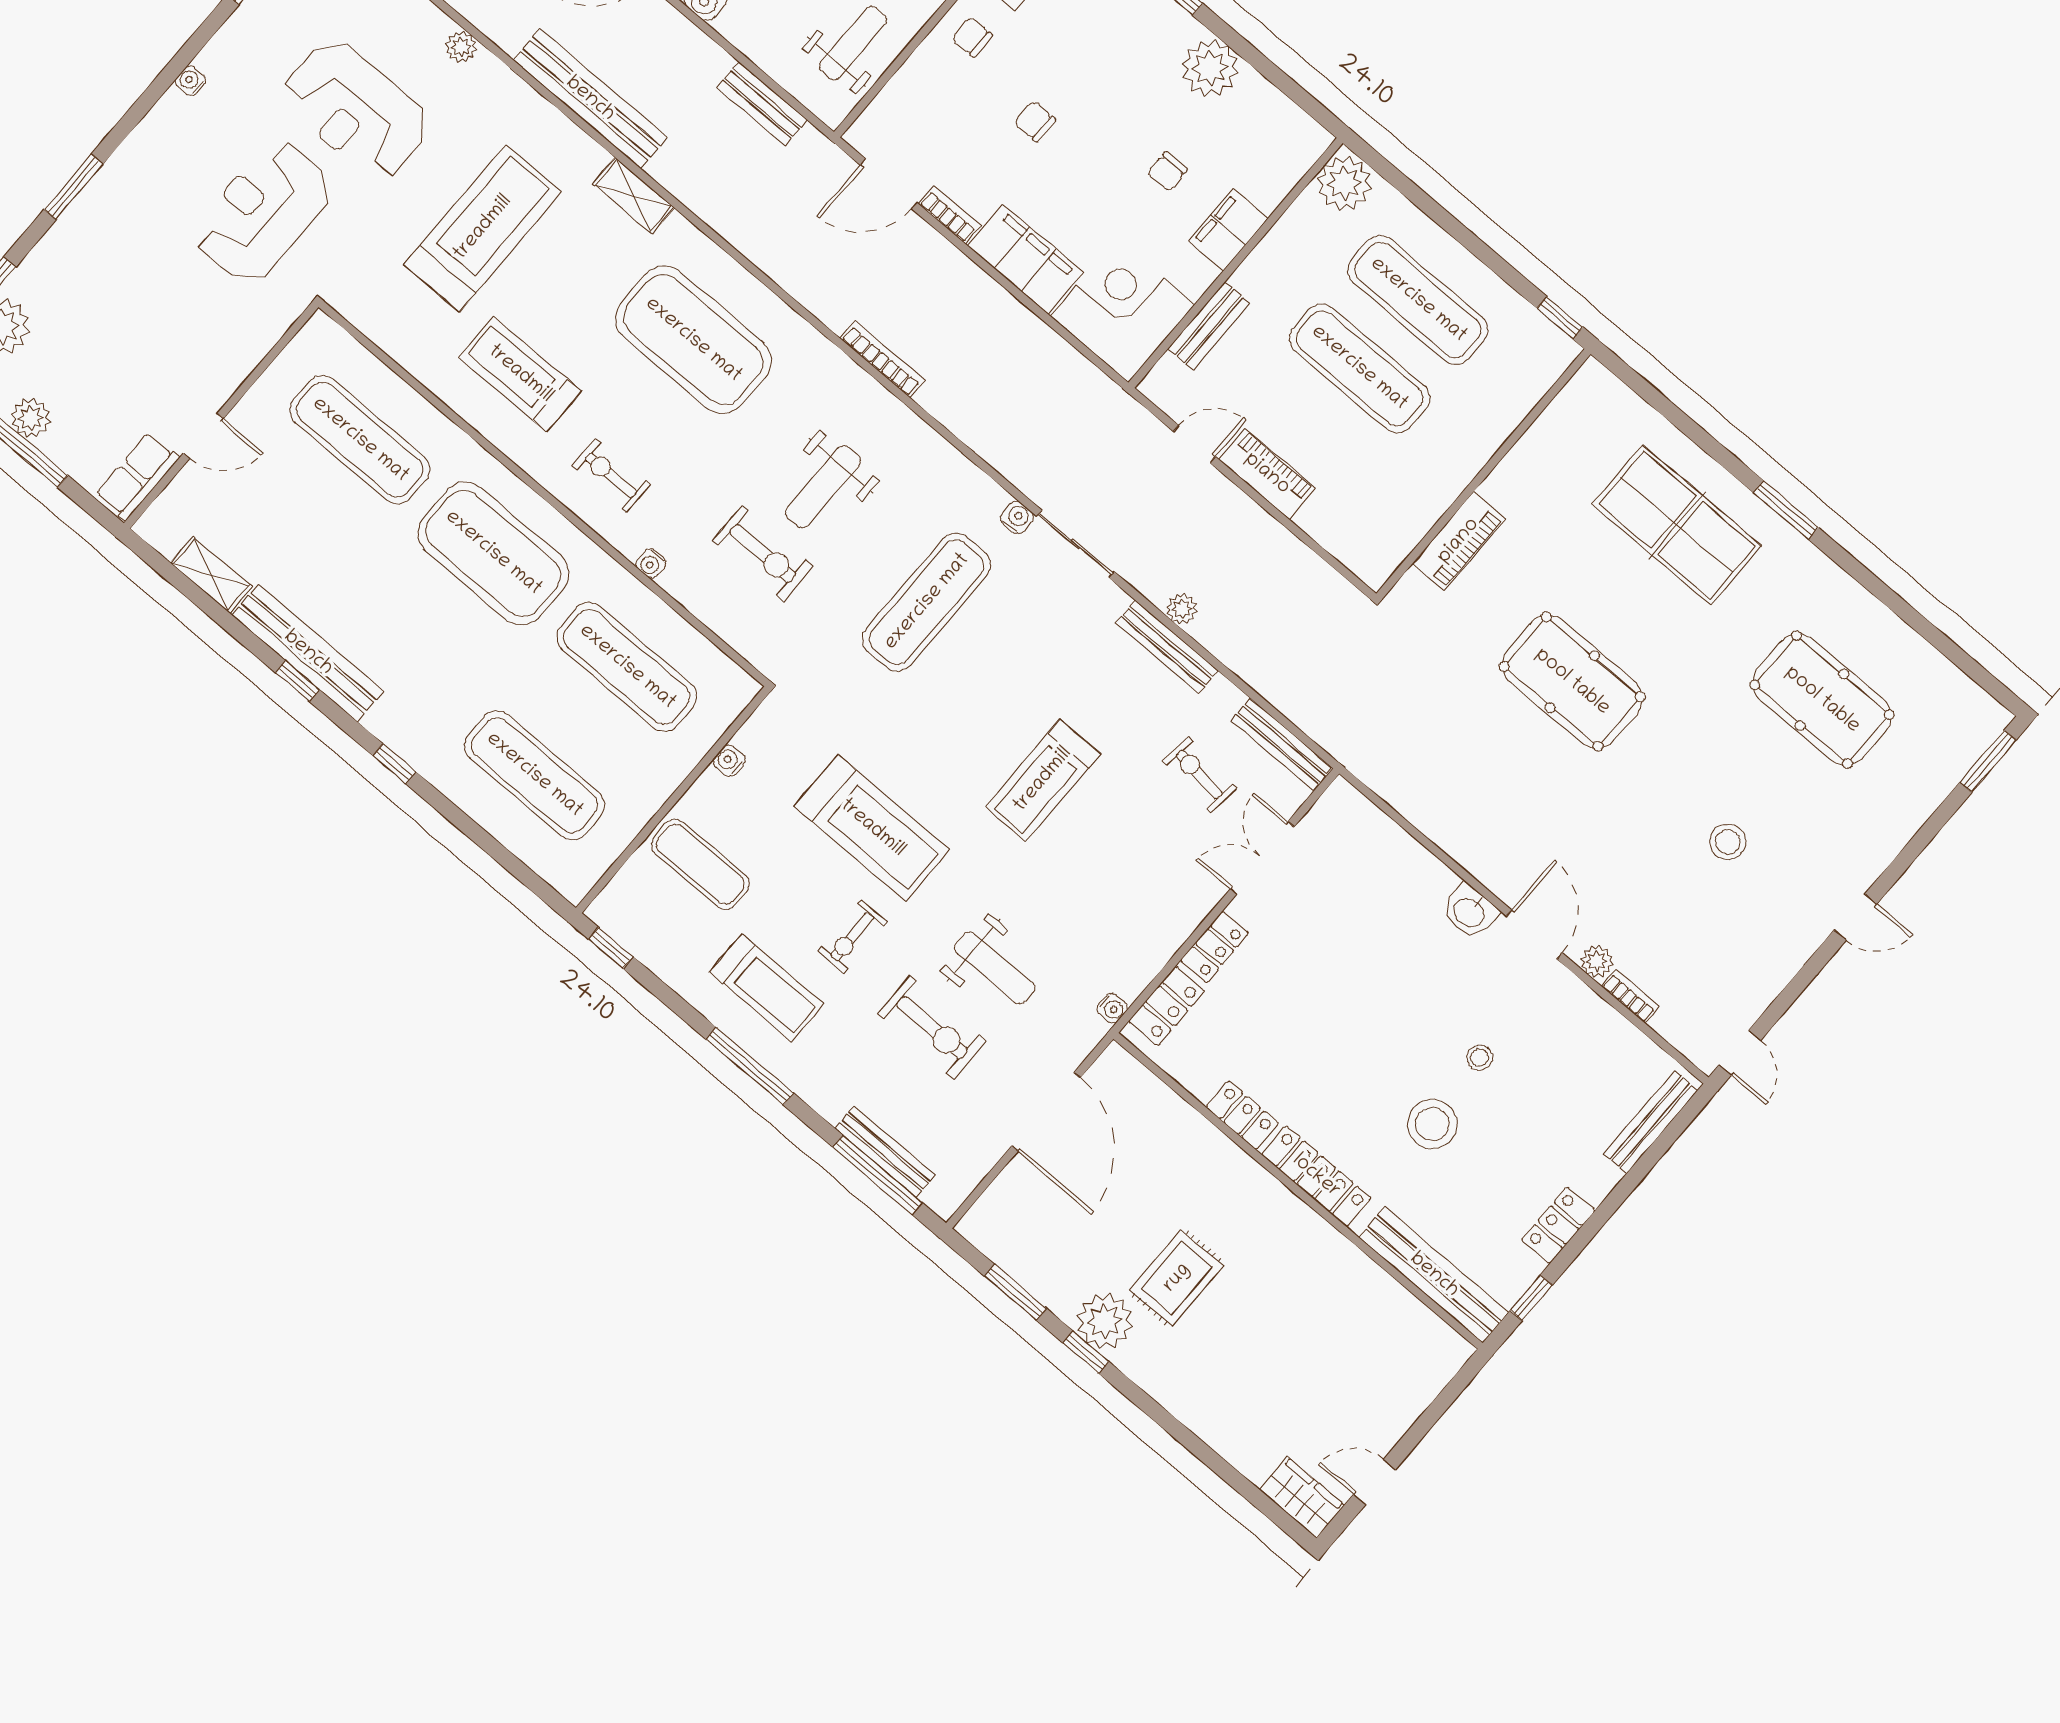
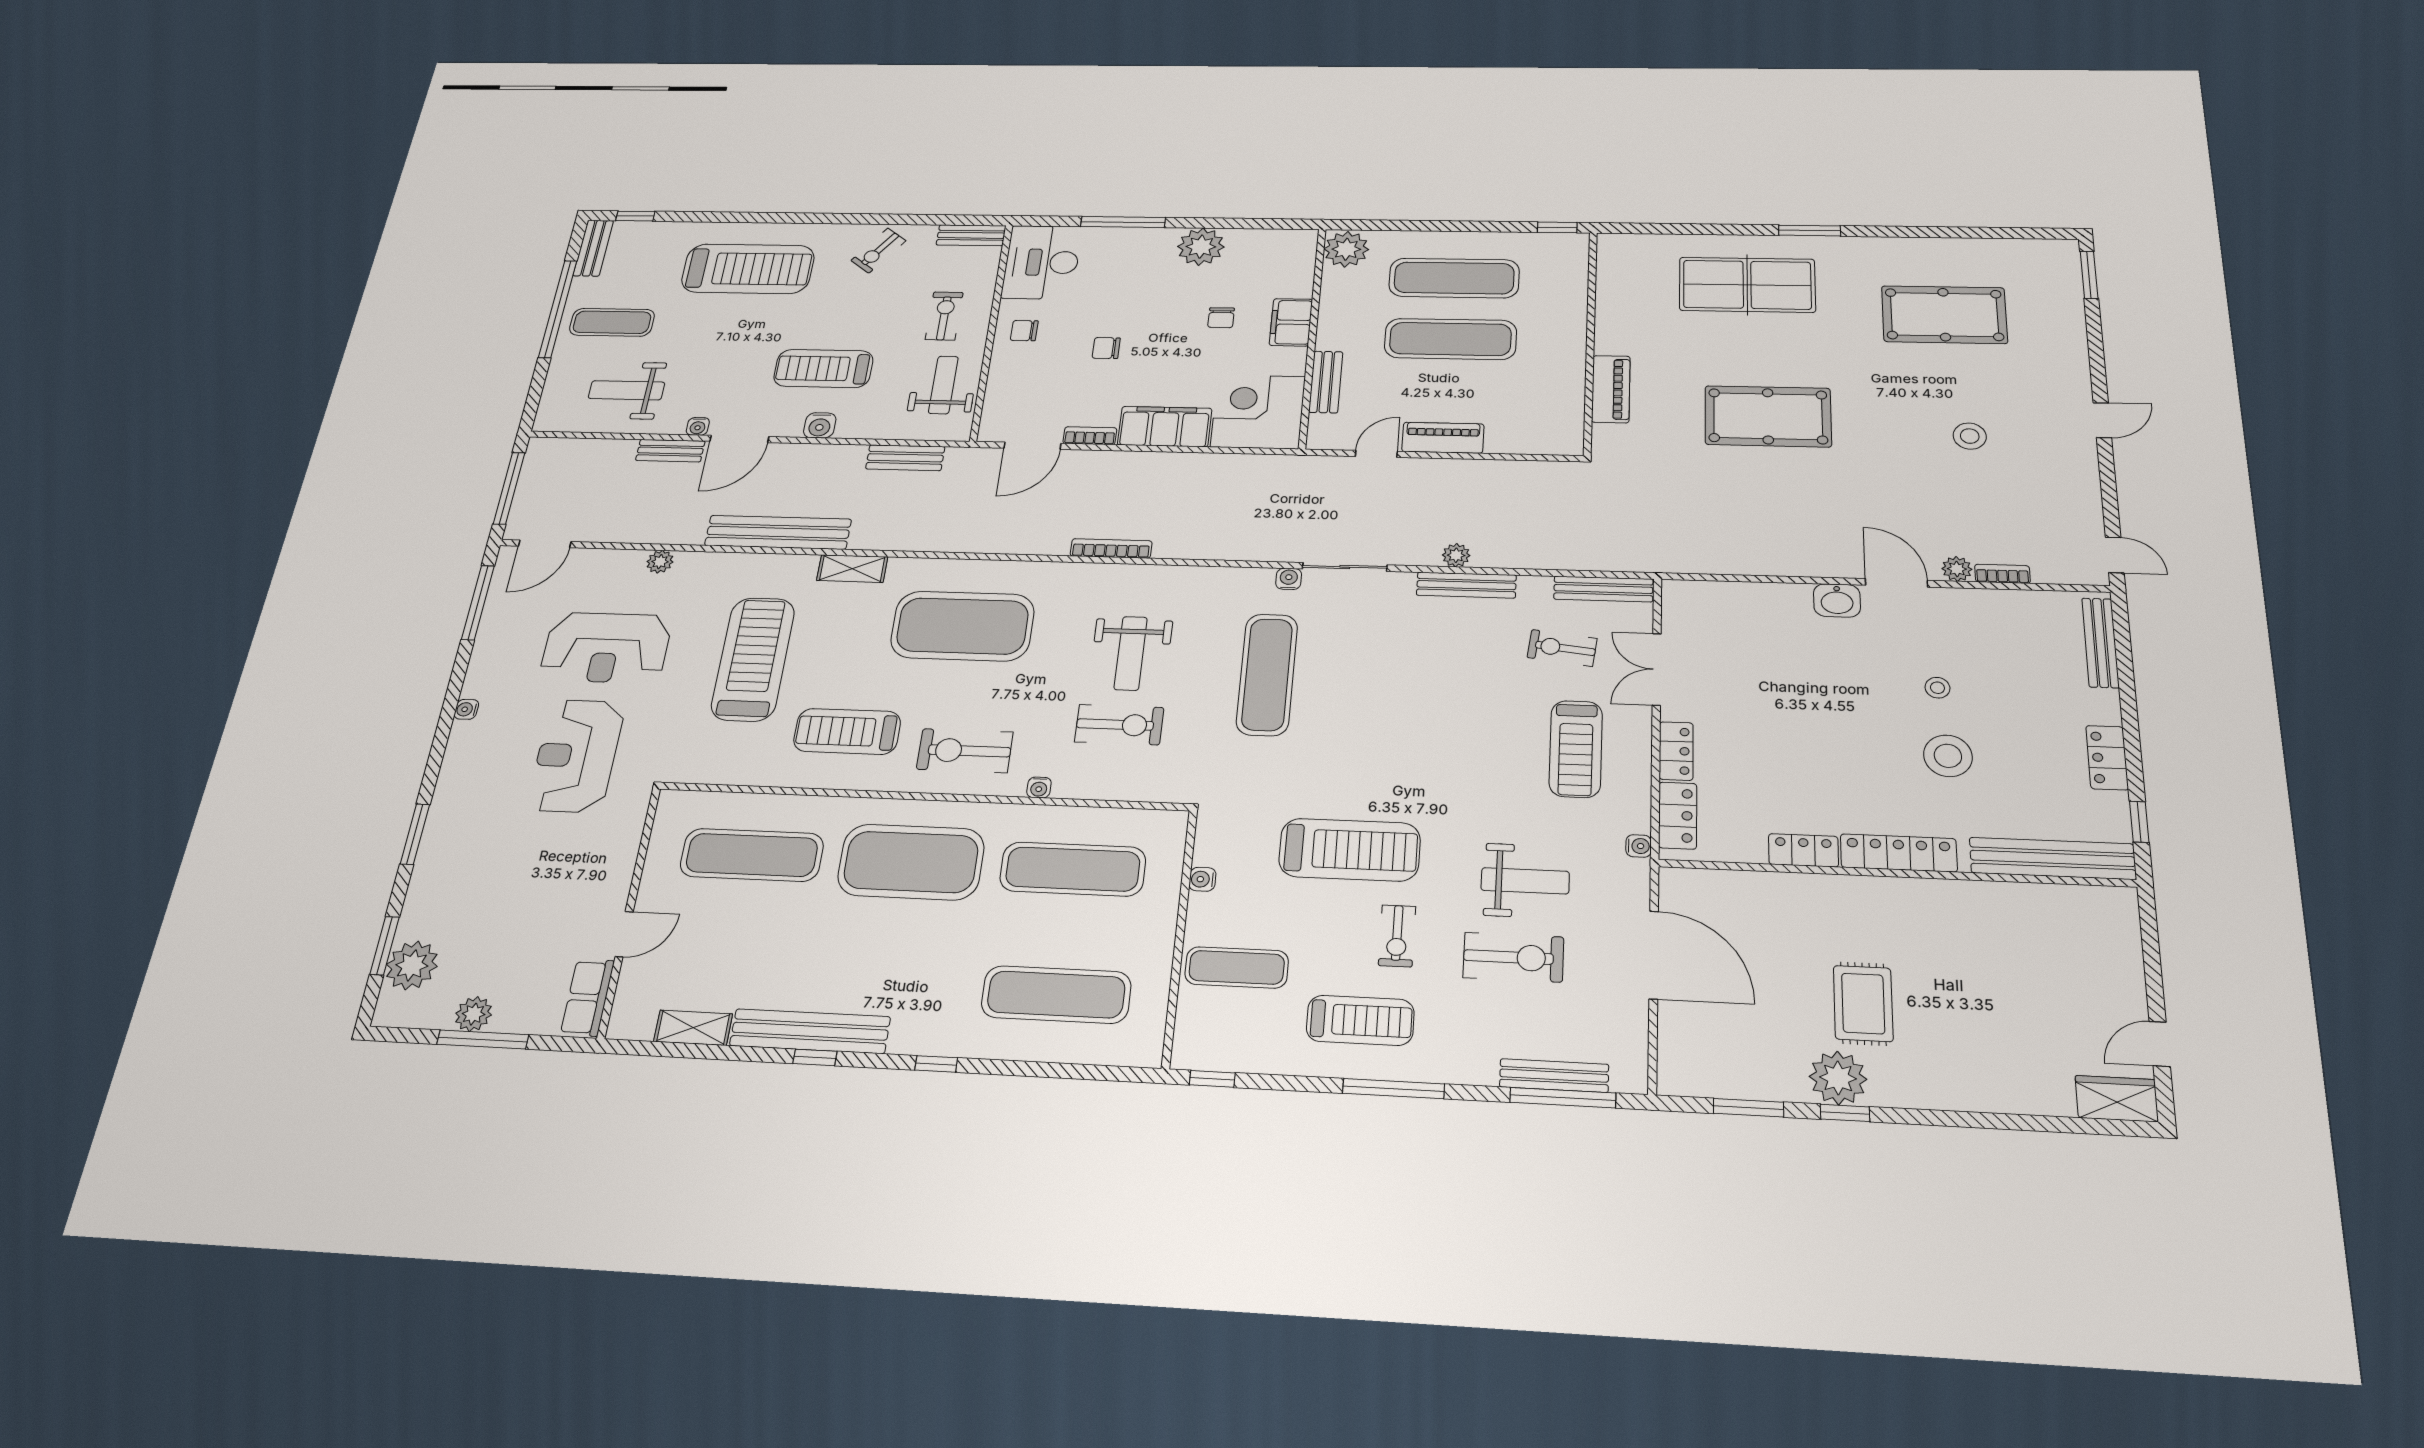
exercise bike: (611, 475) -> (965, 751), width x1.38, depth x1.39
treadmill: (1043, 780) -> (1576, 749), moved

